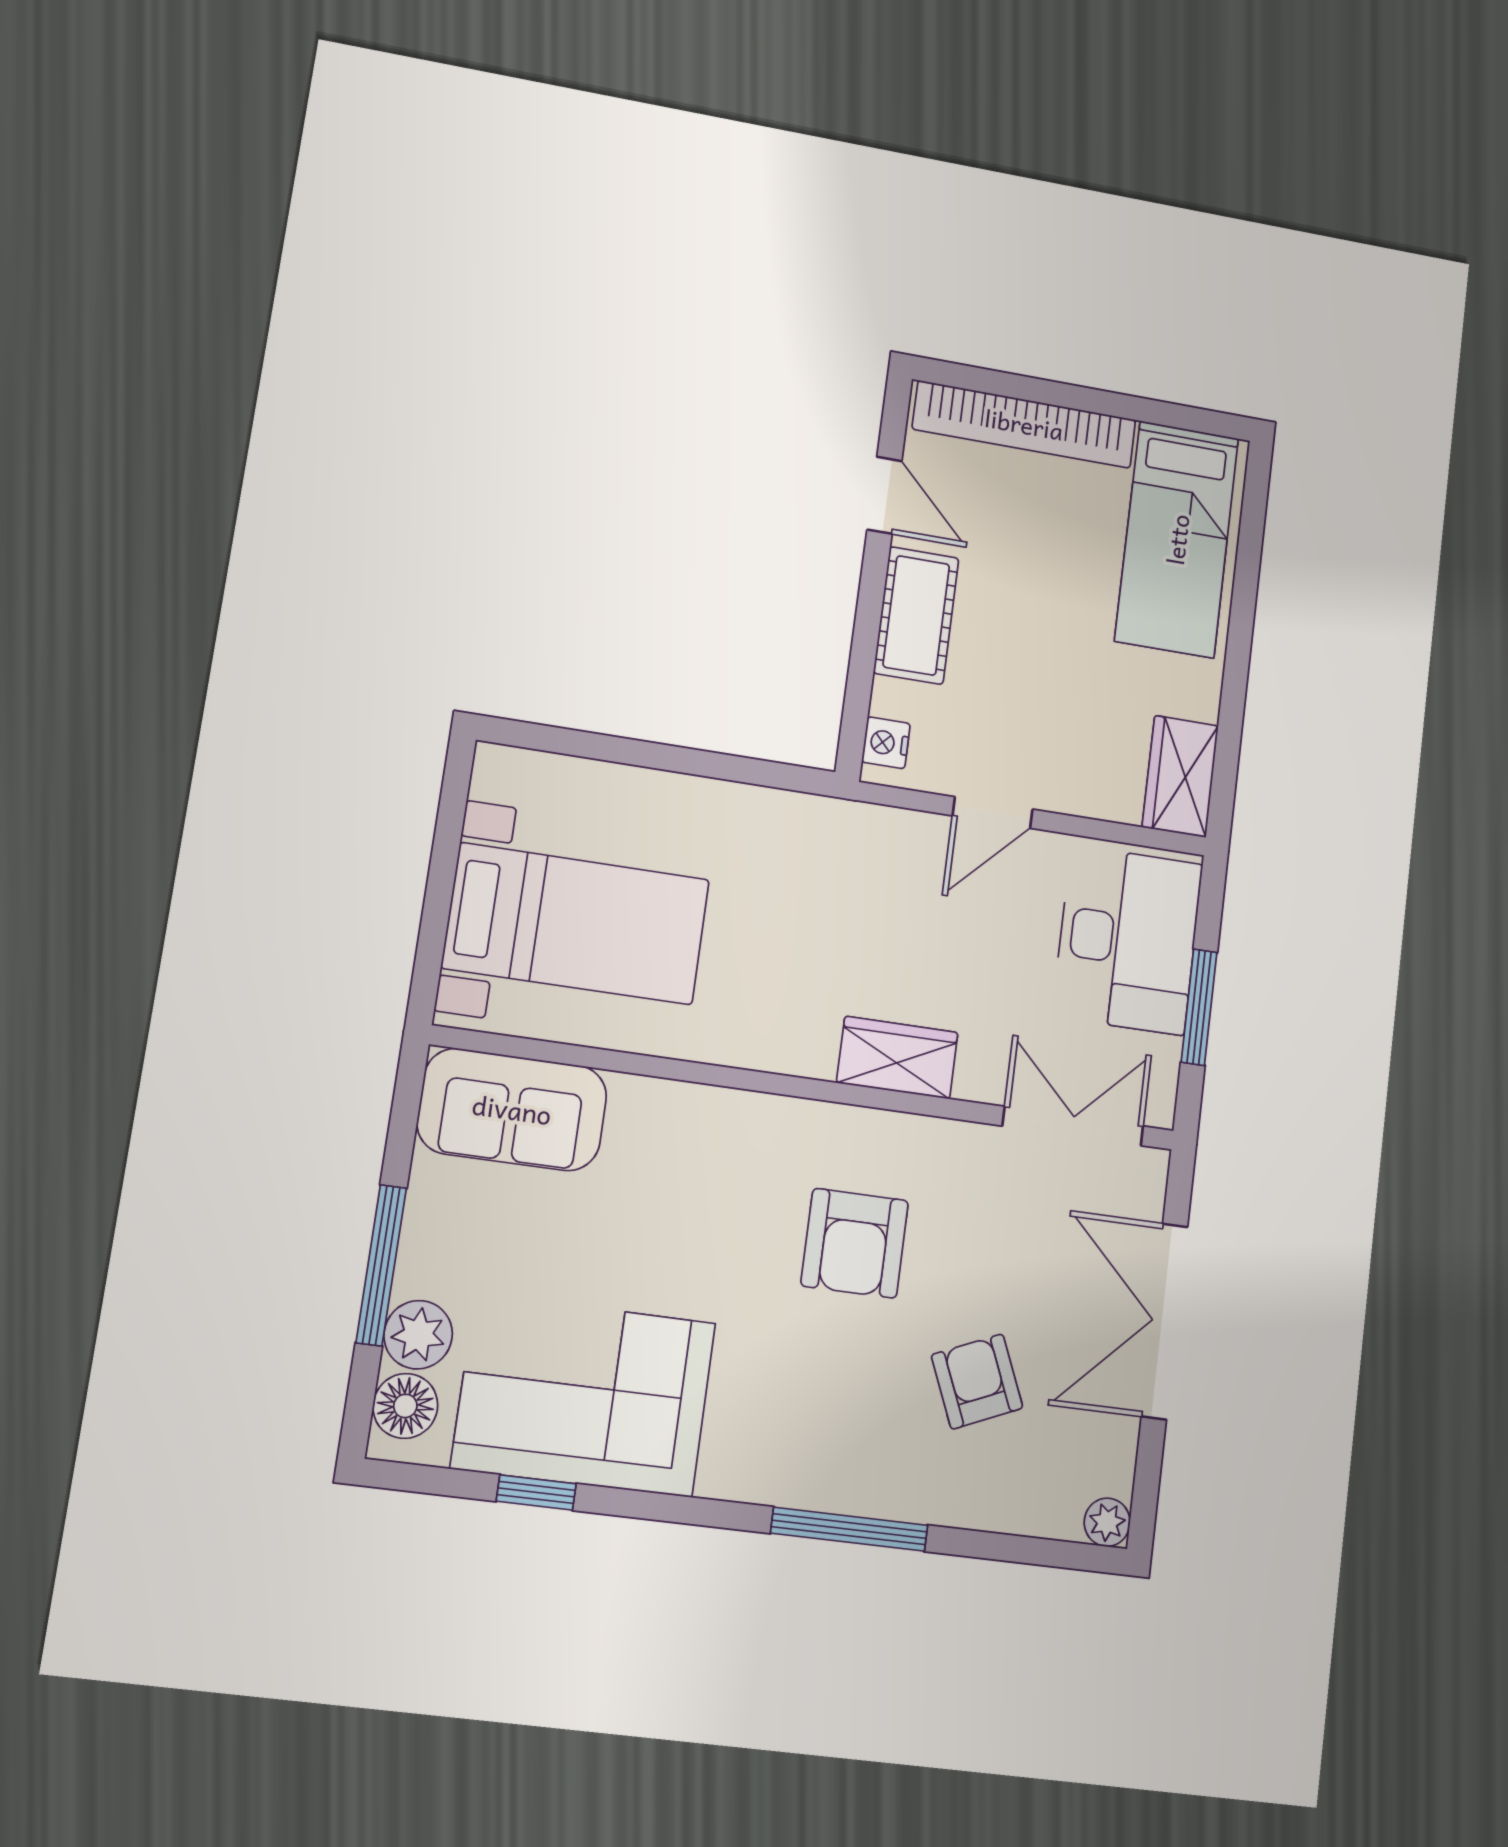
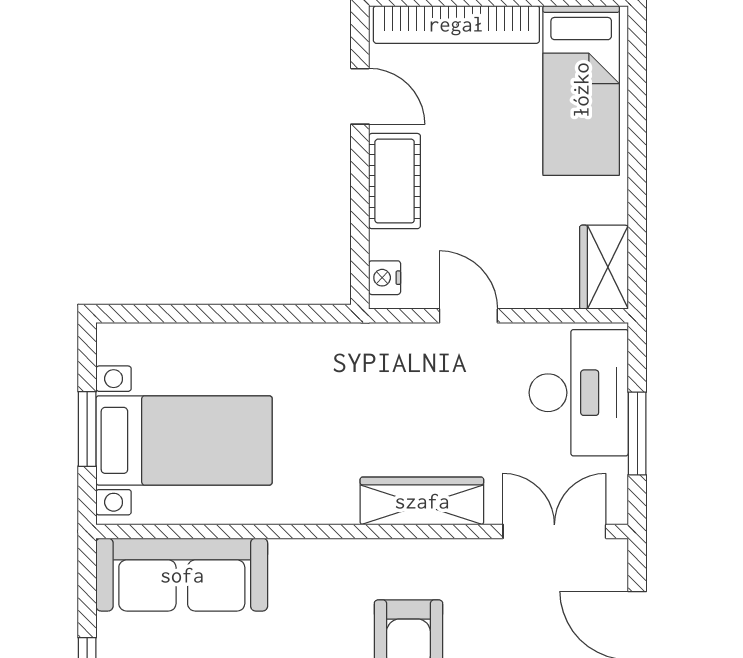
door: (993, 813) -> (468, 316), swing flipped
window: (440, 887) -> (87, 429), added
wardrobe: (897, 1058) -> (422, 501), width x1.50
sofa: (512, 1109) -> (182, 575), width x1.36

